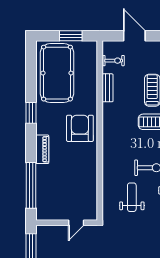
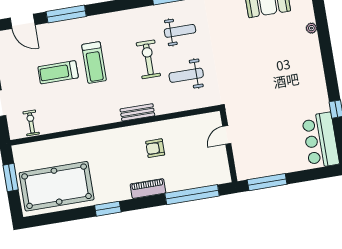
bench: (108, 88) -> (137, 112), moved
armchair: (80, 128) -> (155, 148), moved, width x0.53, depth x0.53
door: (76, 223) -> (227, 135), swing flipped

